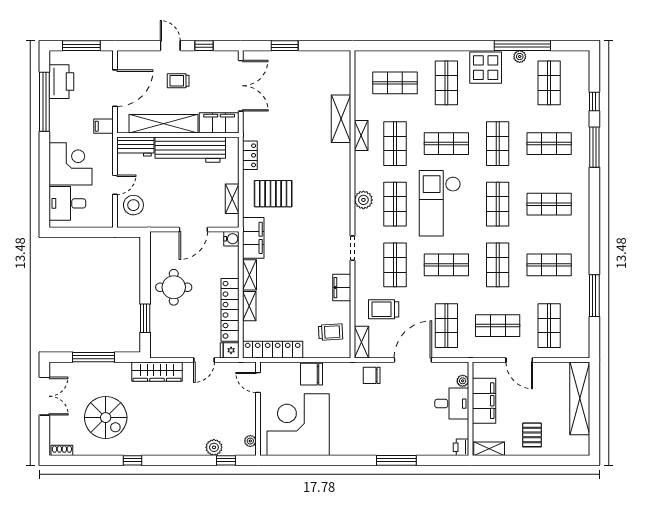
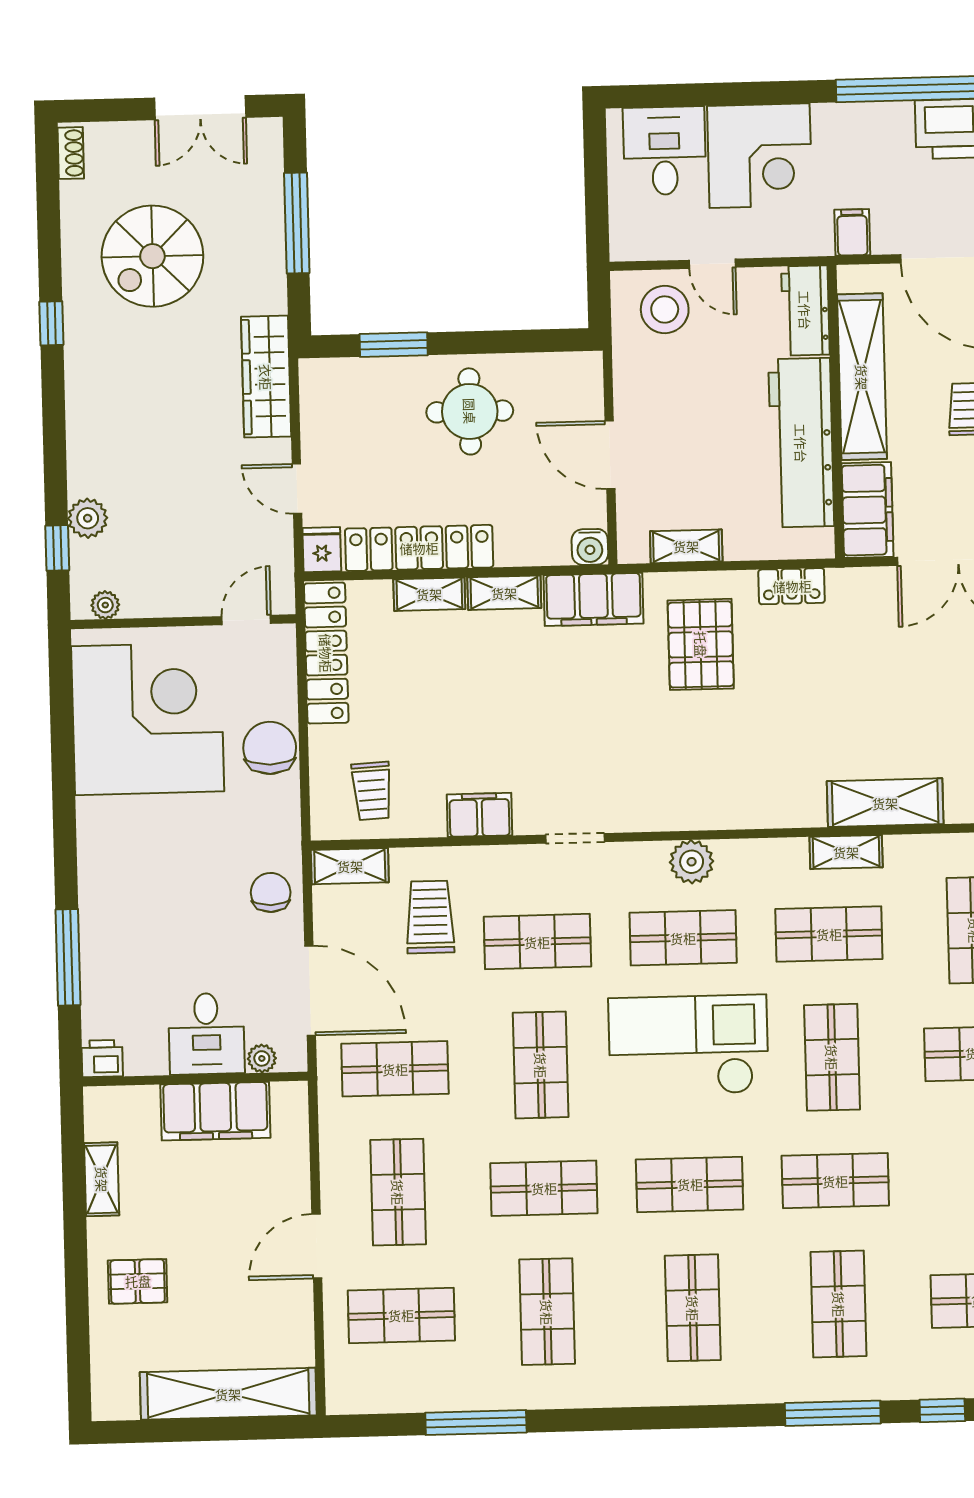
plant: (463, 381) -> (262, 1058), moved
filing cabinet: (484, 401) -> (215, 1111), moved
desk: (452, 404) -> (206, 1034), moved
wall: (470, 409) -> (195, 1079), moved
printer: (461, 447) -> (102, 1058), moved

